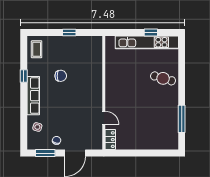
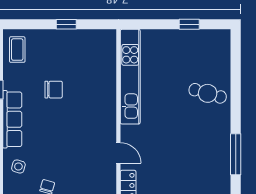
kitchen unit: (147, 42) -> (130, 77), moved, turned -90

